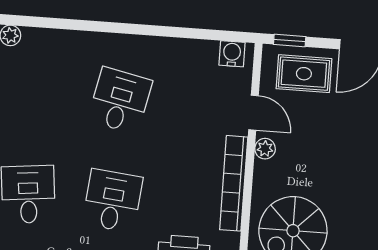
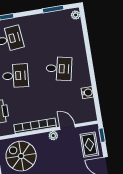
water cooler: (232, 54) -> (87, 93), moved
door: (253, 113) -> (67, 127), swing flipped

